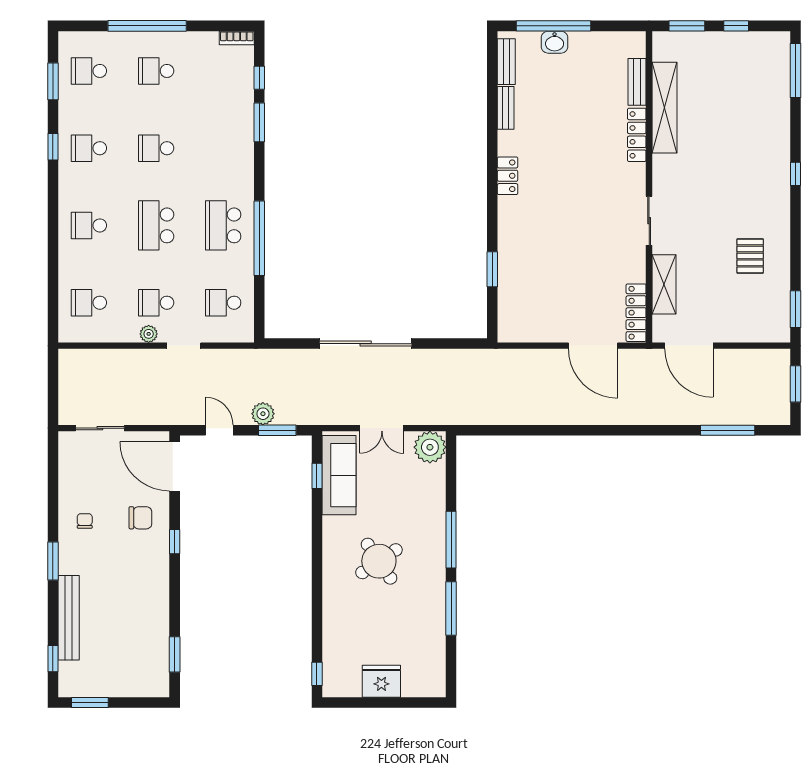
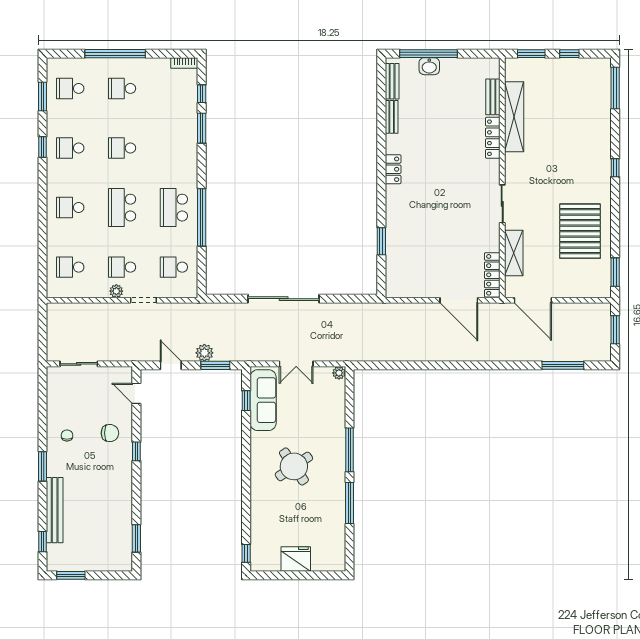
pallet: (750, 256) -> (580, 231), width x2.05, depth x2.00
plant: (430, 447) -> (339, 373), width x0.53, depth x0.53
door: (175, 466) -> (136, 393), width x0.53

